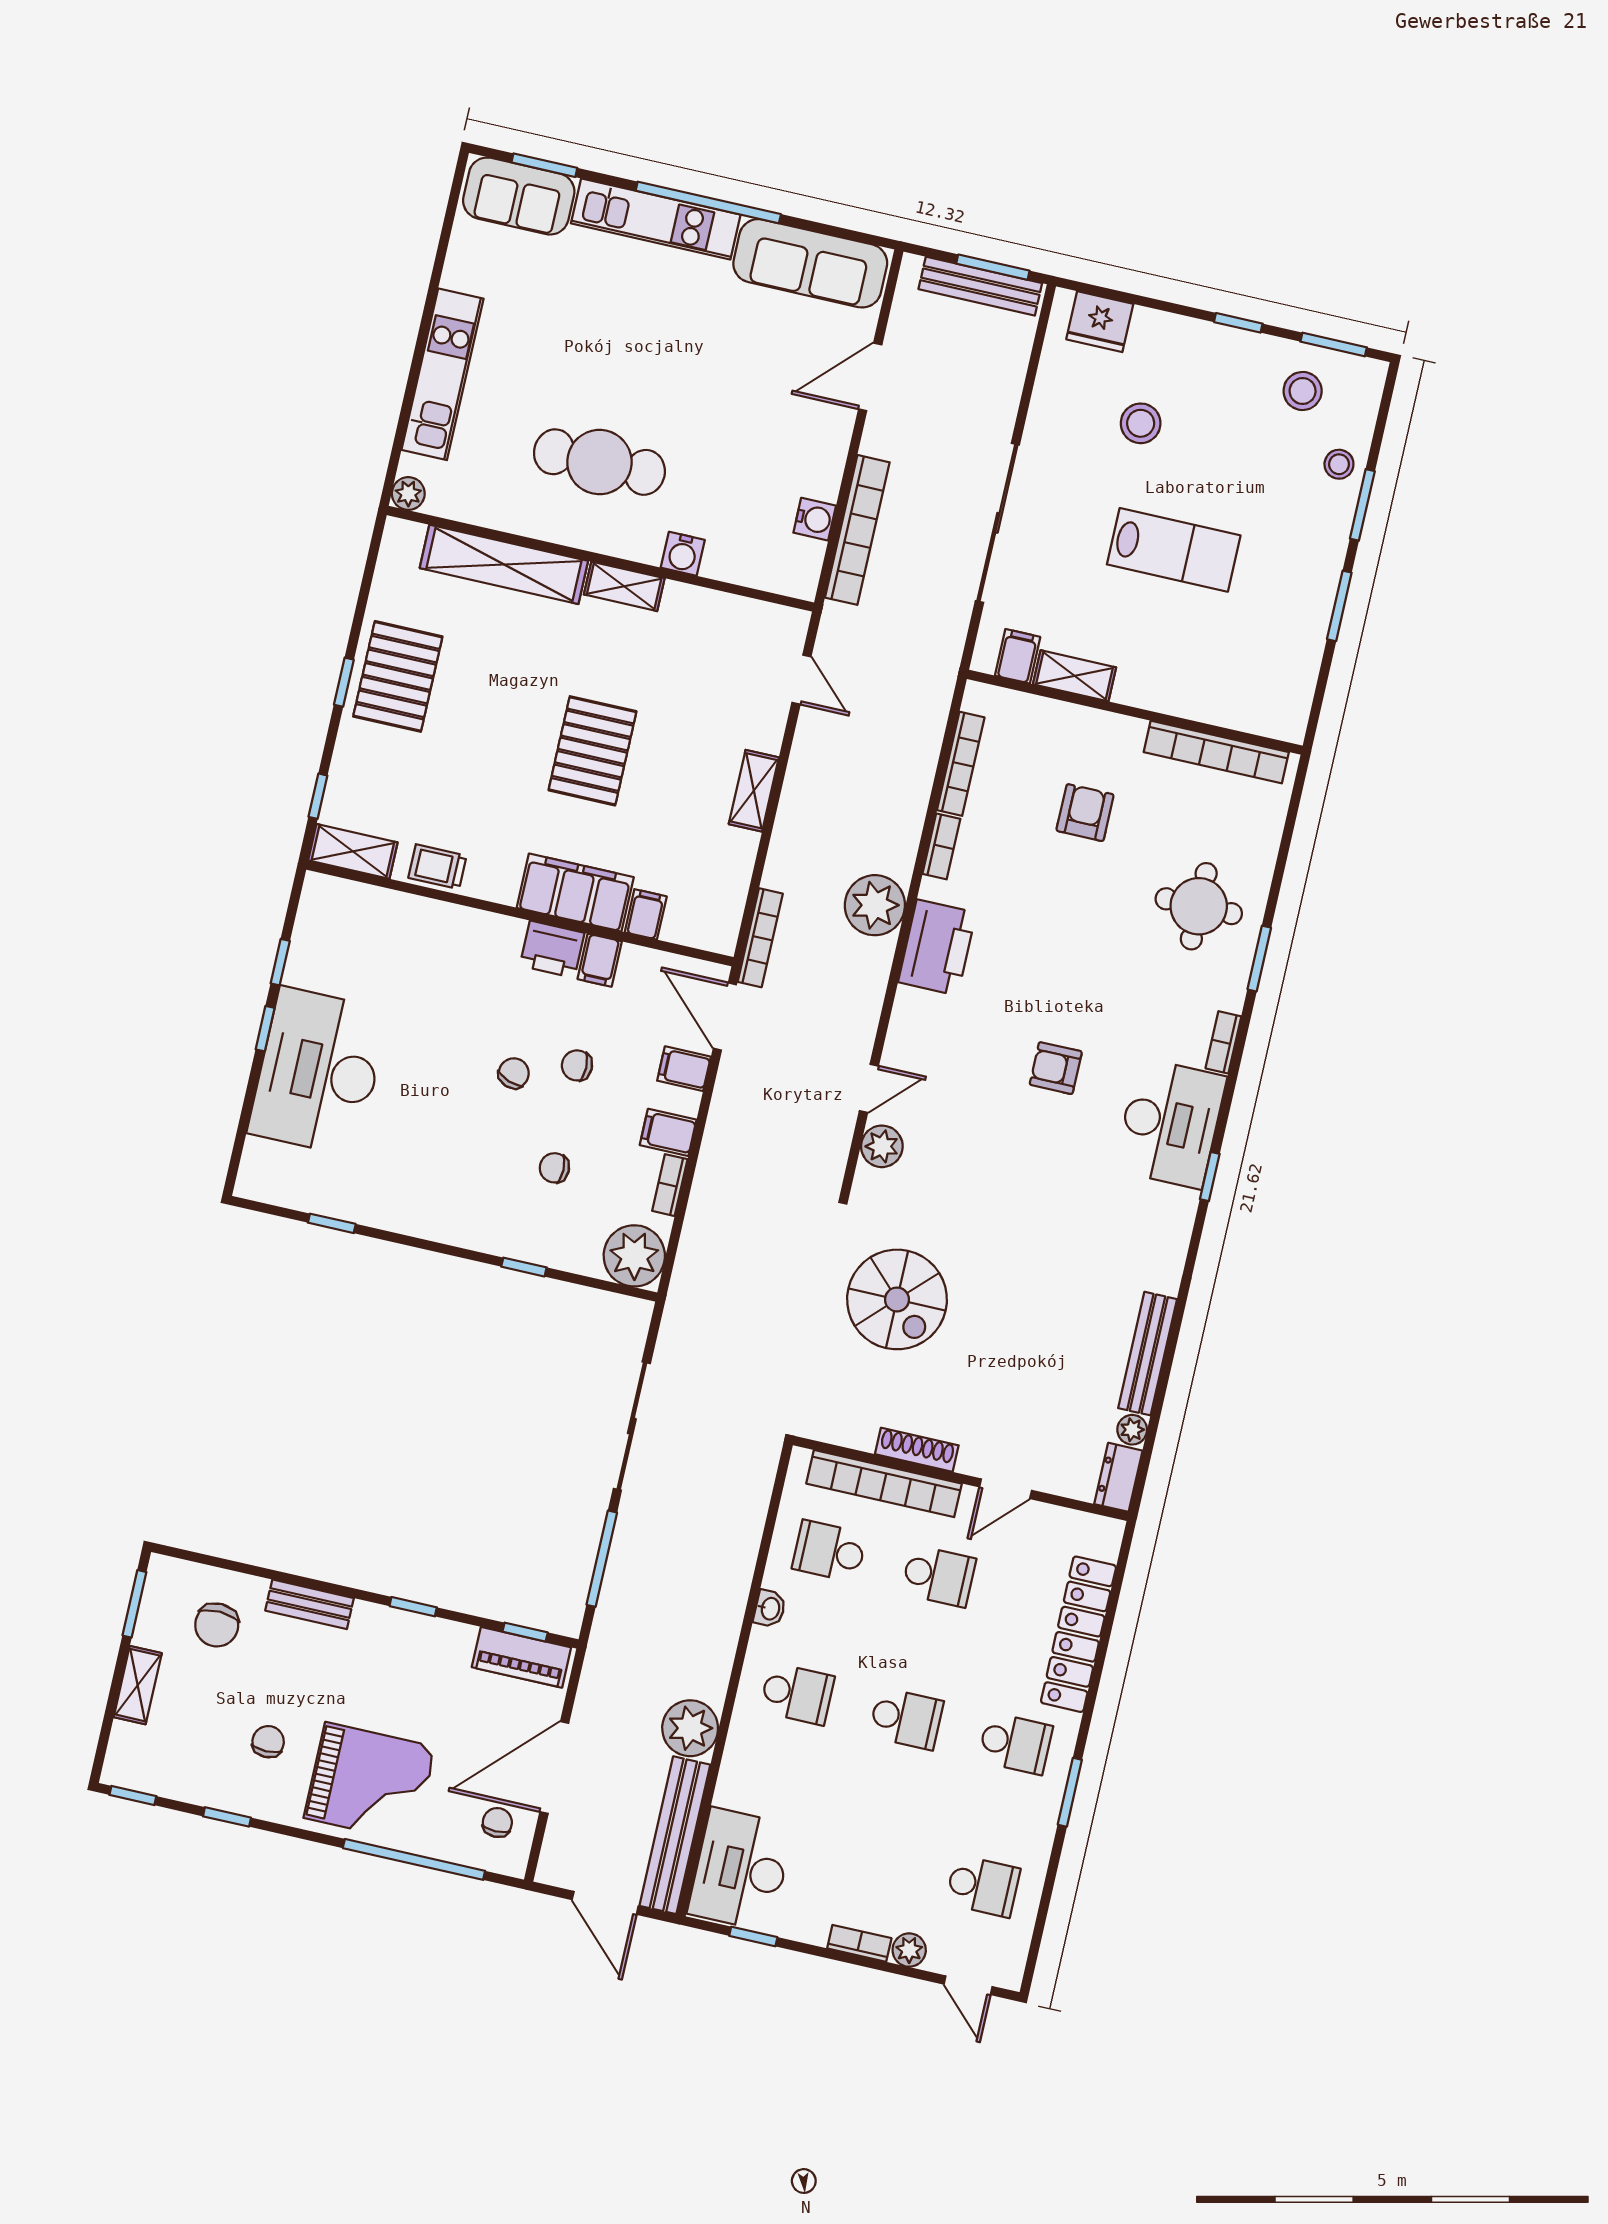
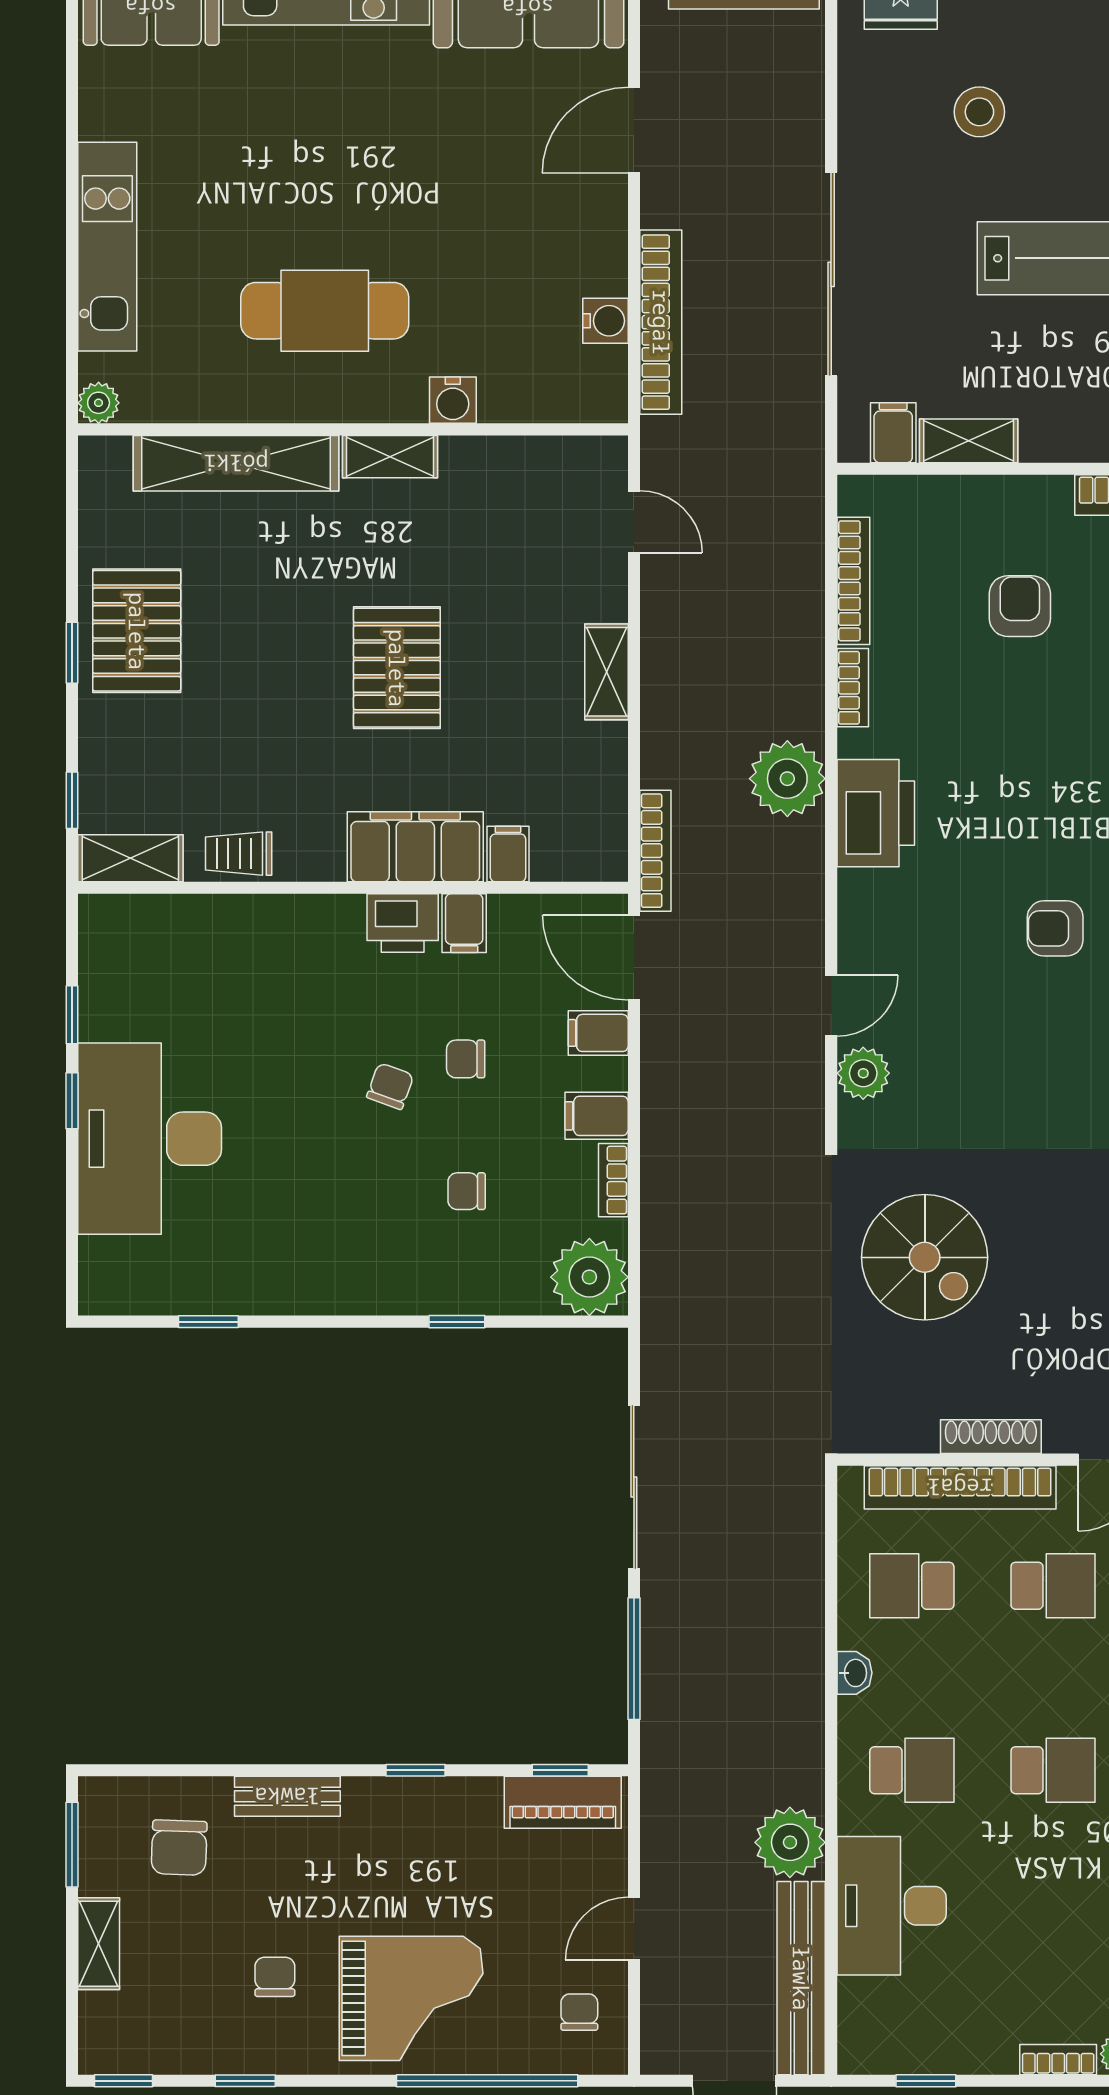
door: (554, 1767) -> (634, 1929), width x0.53
desk: (741, 1869) -> (892, 1906), moved

